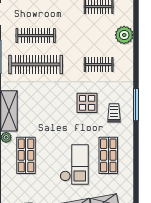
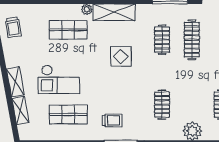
clothes rail: (36, 64) -> (162, 40), width x0.54, depth x0.76
display table: (87, 103) -> (121, 56), moved

